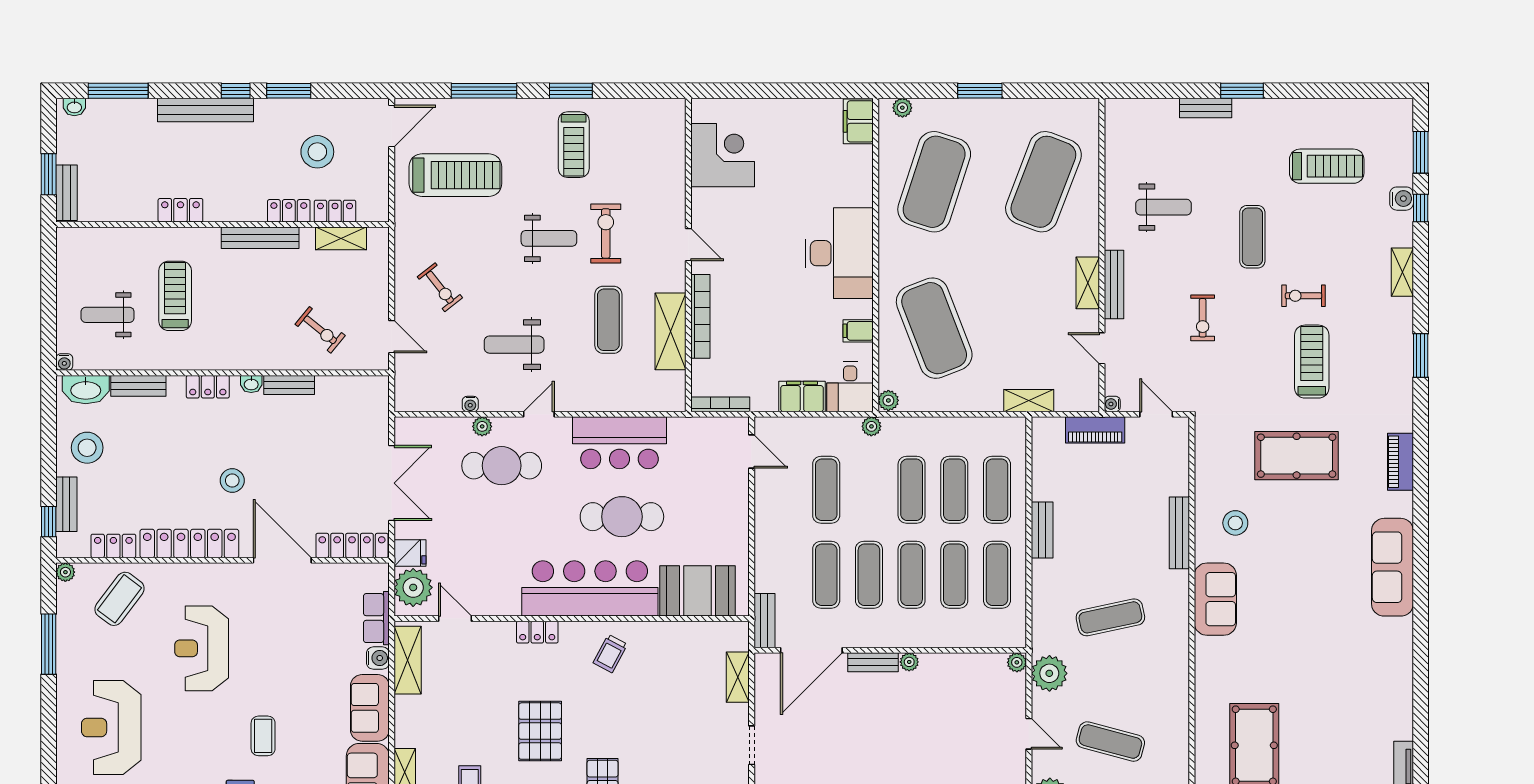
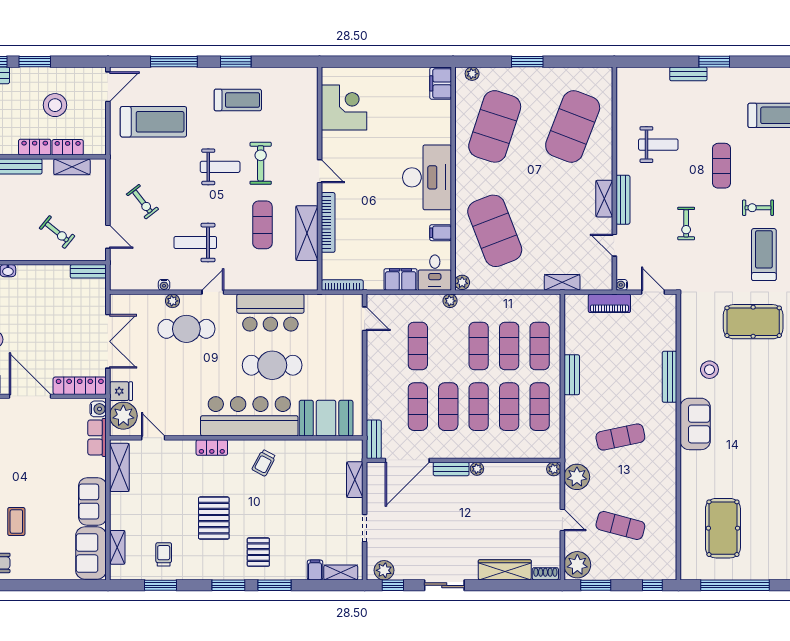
treadmill: (574, 145) -> (238, 100), turned -90
bench: (289, 385) -> (88, 271), moved
water cooler: (378, 658) -> (98, 409), moved

